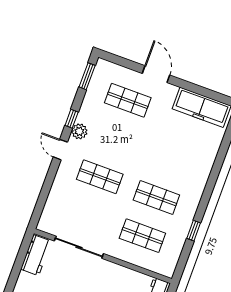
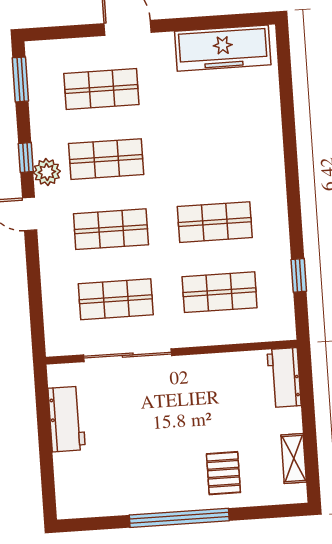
shop shelf: (114, 139) -> (106, 159), added
shop shelf: (86, 215) -> (116, 299), added
window: (194, 231) -> (299, 275), moved
workbench: (36, 255) -> (67, 419), moved

